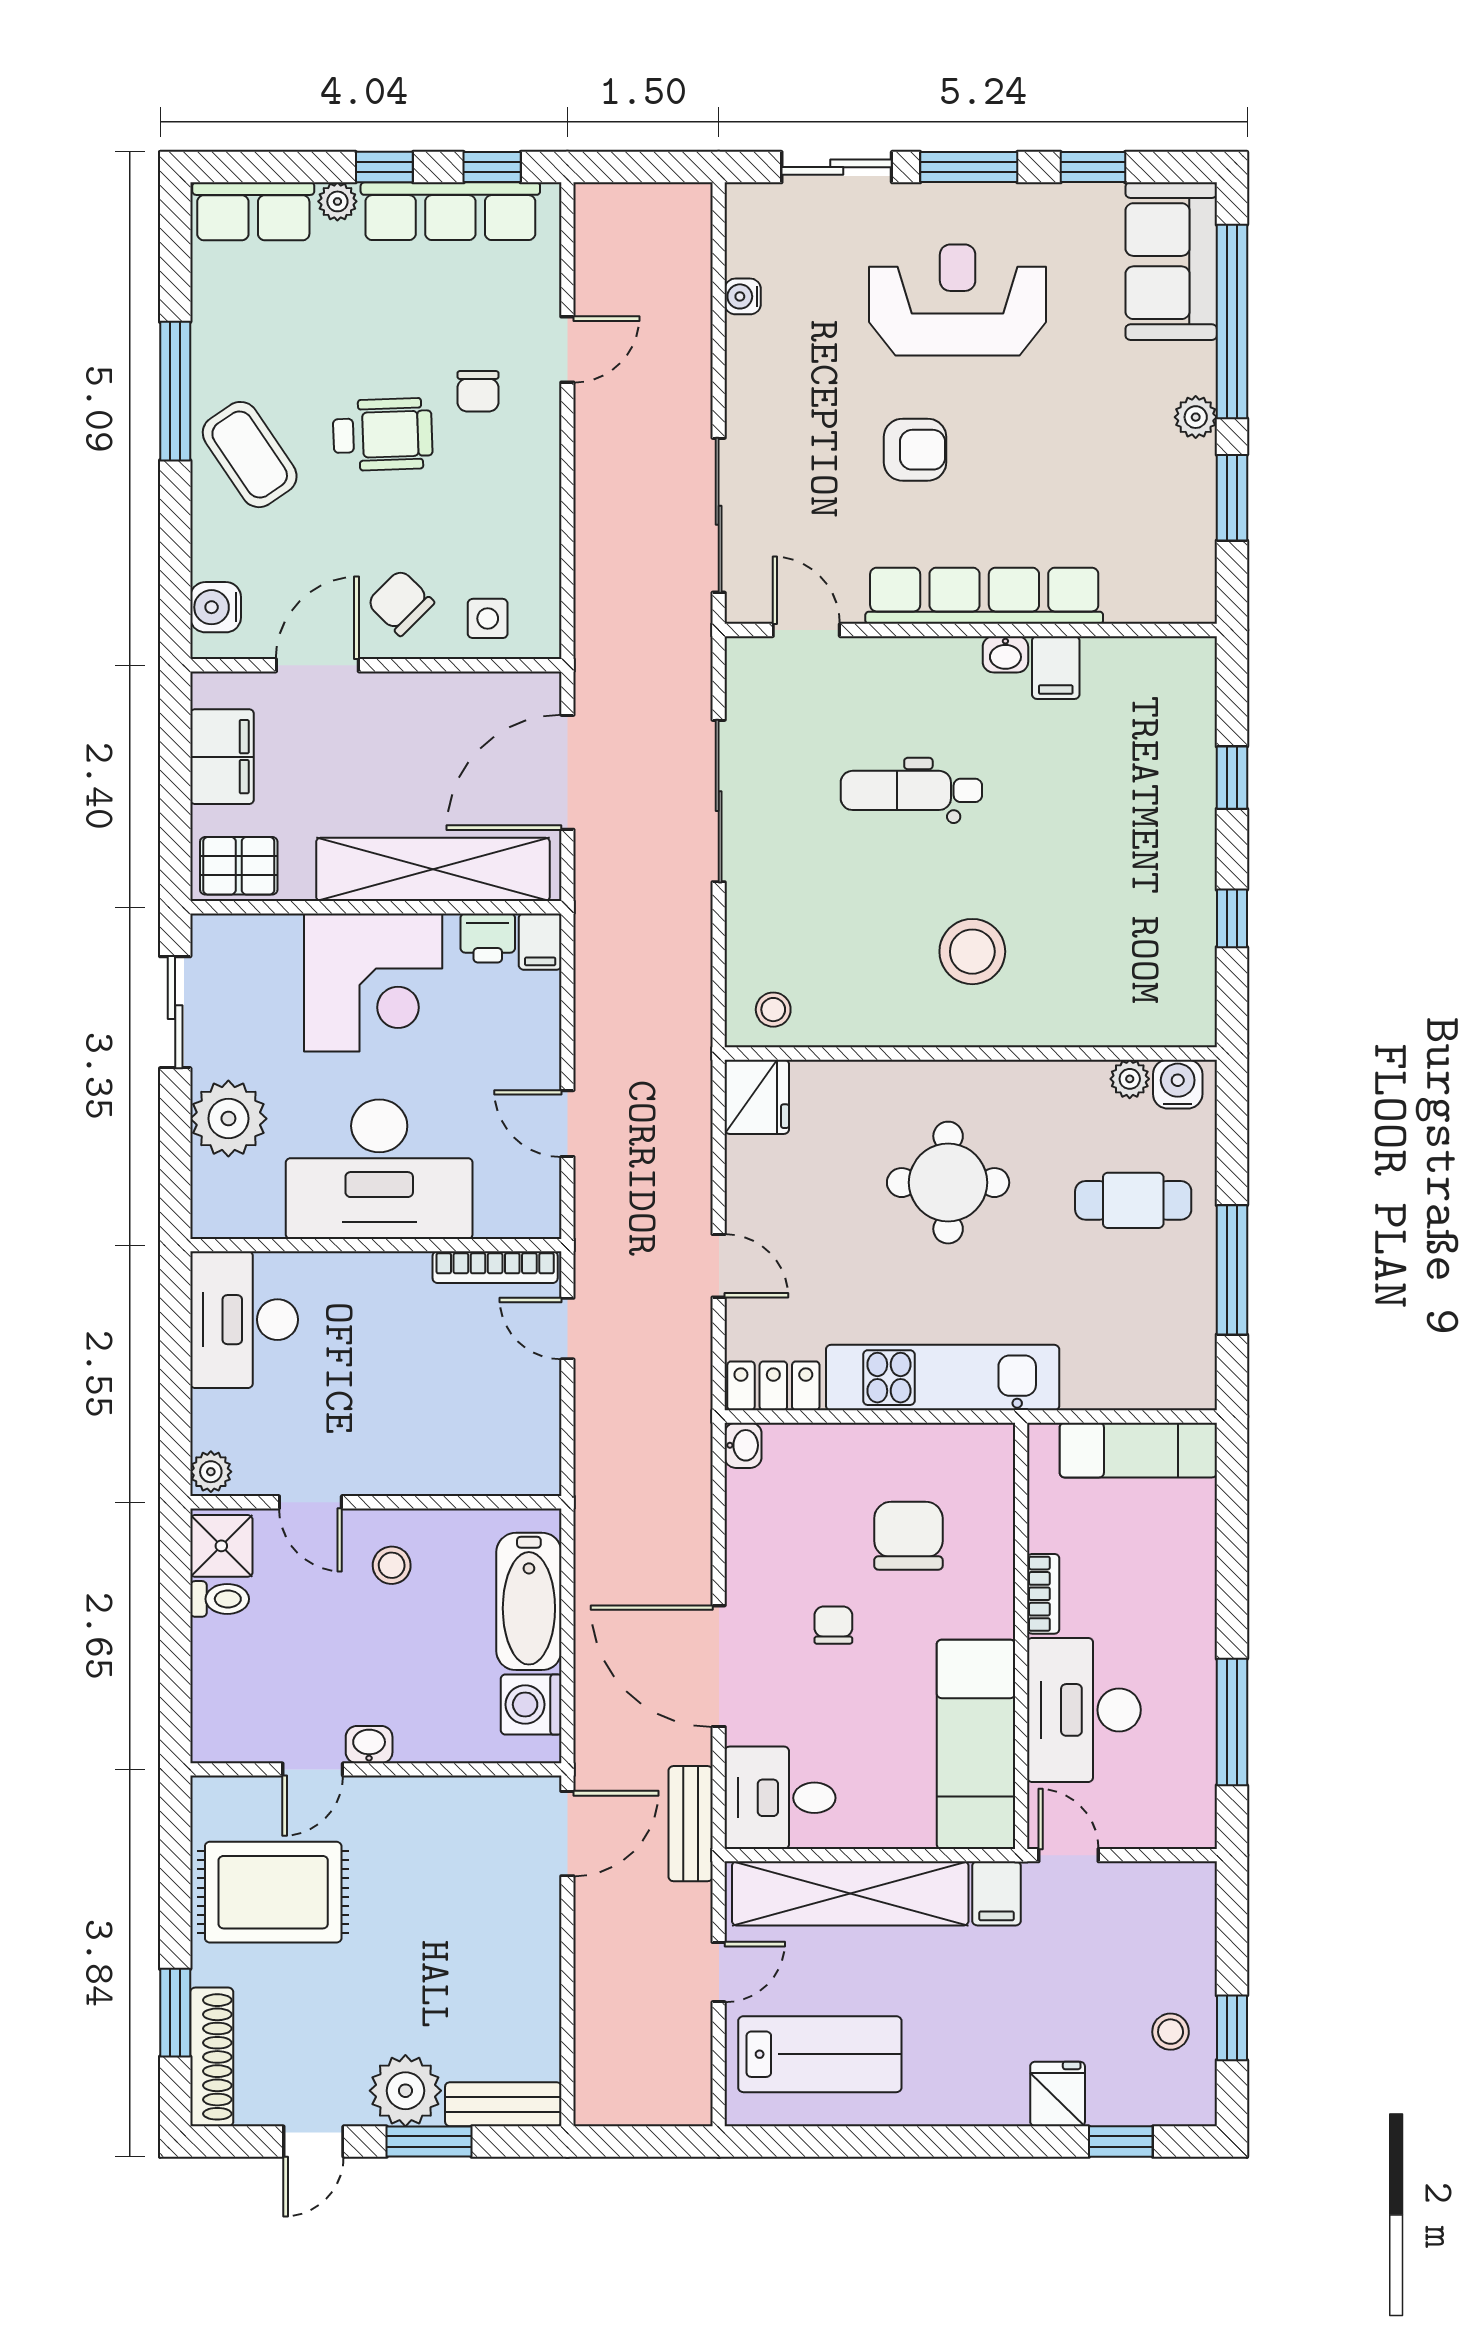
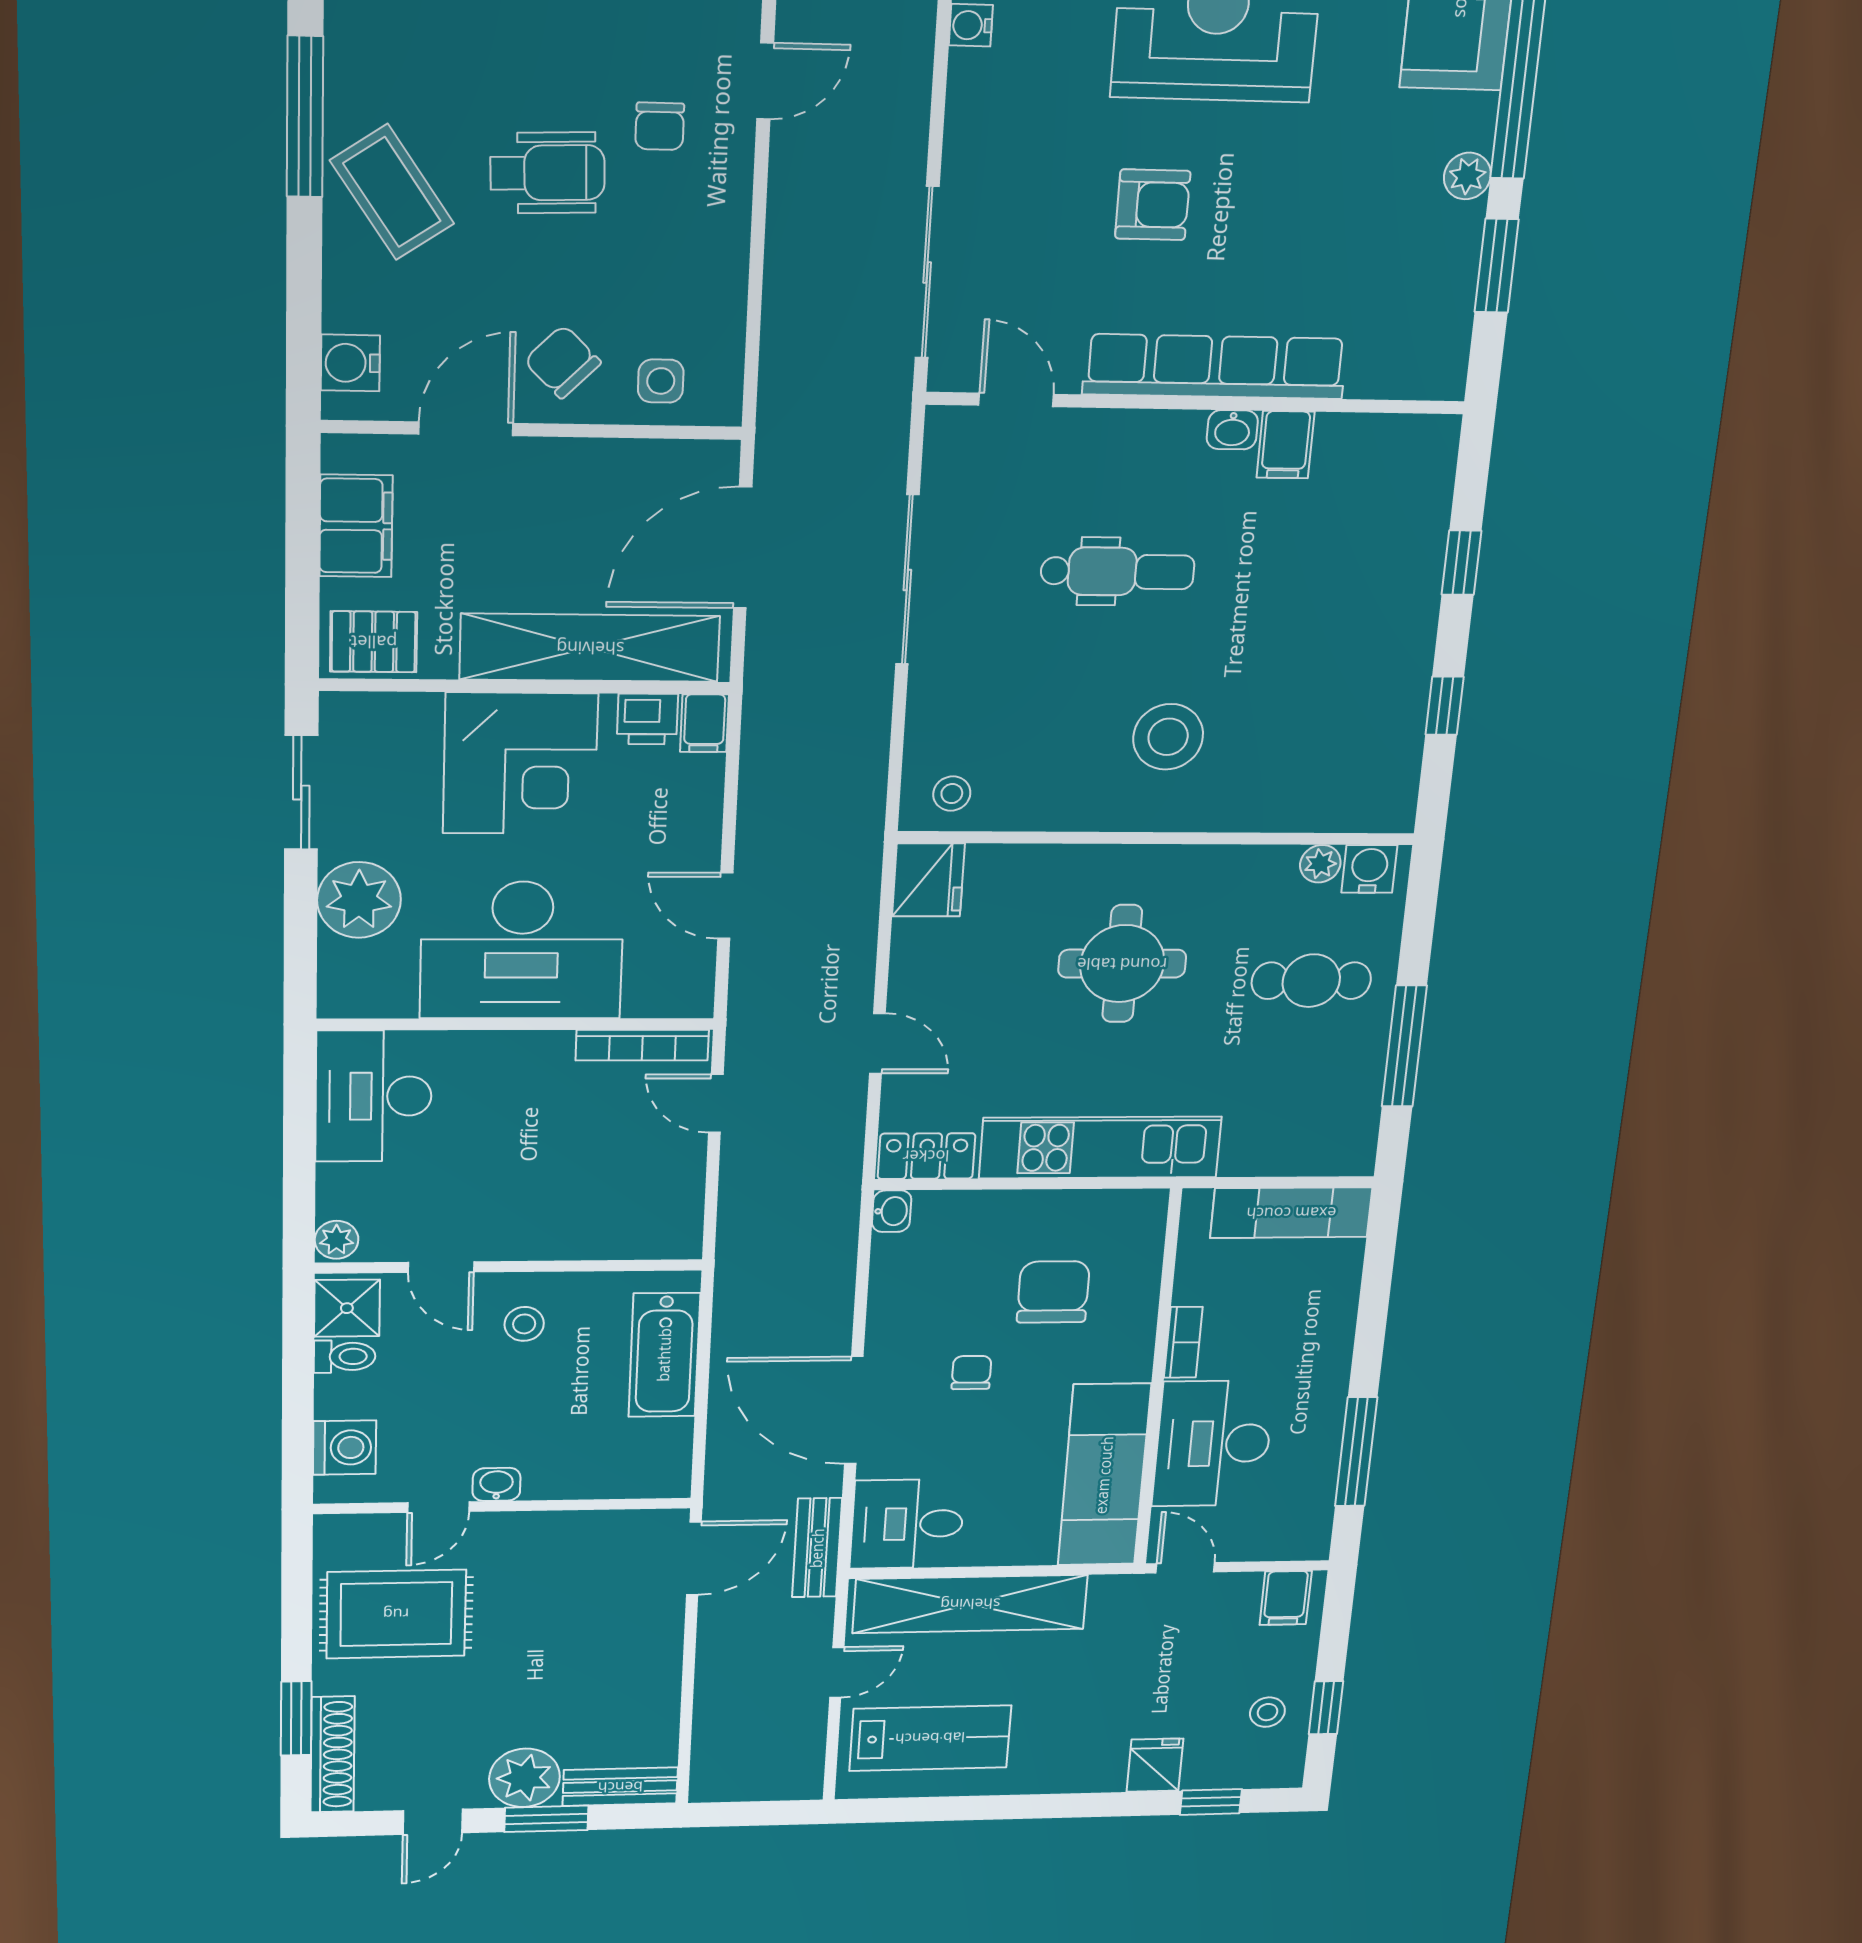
dental chair: (911, 790) -> (1117, 571), turned 180
washing machine: (531, 1705) -> (345, 1448), moved, turned 180
filing cabinet: (997, 1893) -> (1286, 1598), moved

